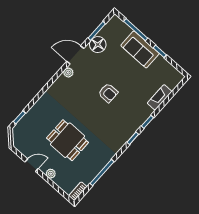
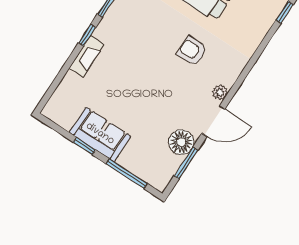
sofa: (140, 49) -> (100, 134), moved
armchair: (108, 93) -> (192, 51), moved
fireplace: (160, 97) -> (87, 56), moved

